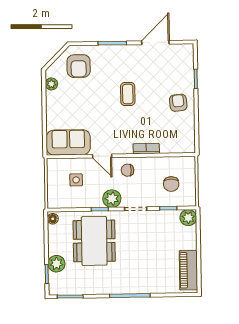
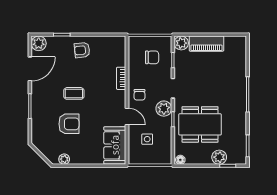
door: (155, 43) -> (30, 69), swing flipped
plant: (185, 52) -> (39, 43), added
armchair: (79, 66) -> (69, 124), moved
door: (102, 156) -> (127, 117), hinge flipped
piano: (188, 270) -> (206, 44), moved

